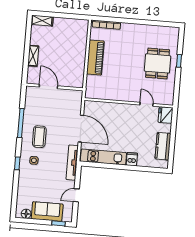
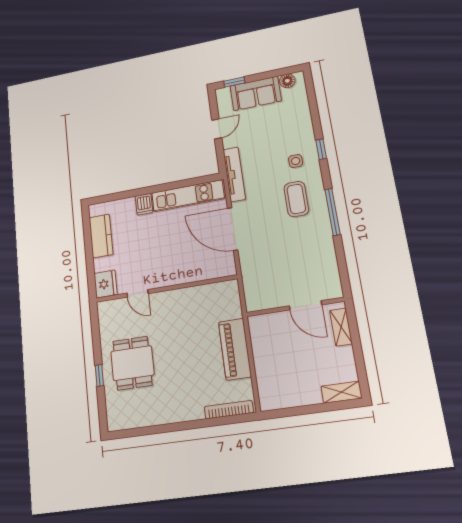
door: (48, 86) -> (305, 305), moved
wall: (55, 87) -> (295, 307), moved

